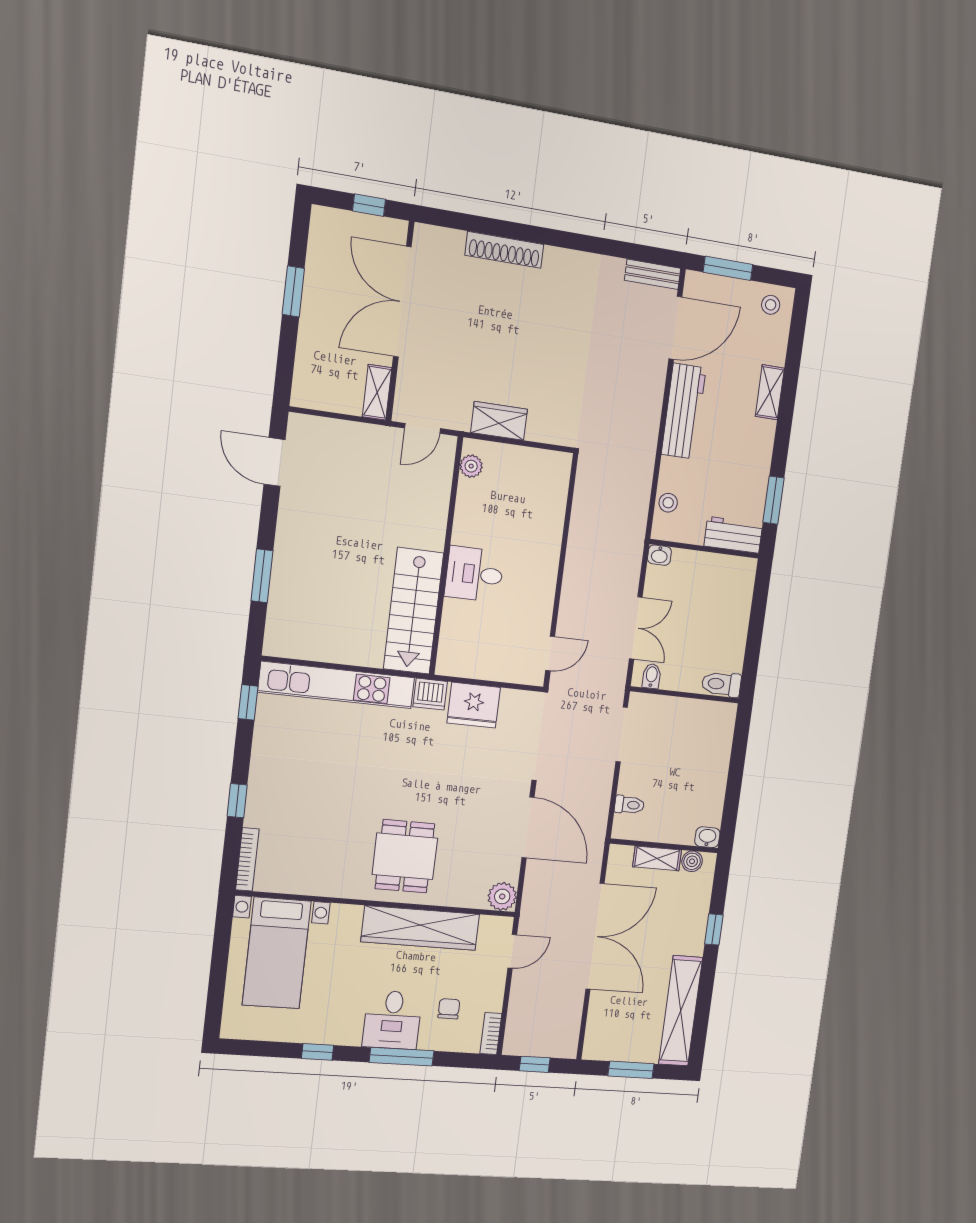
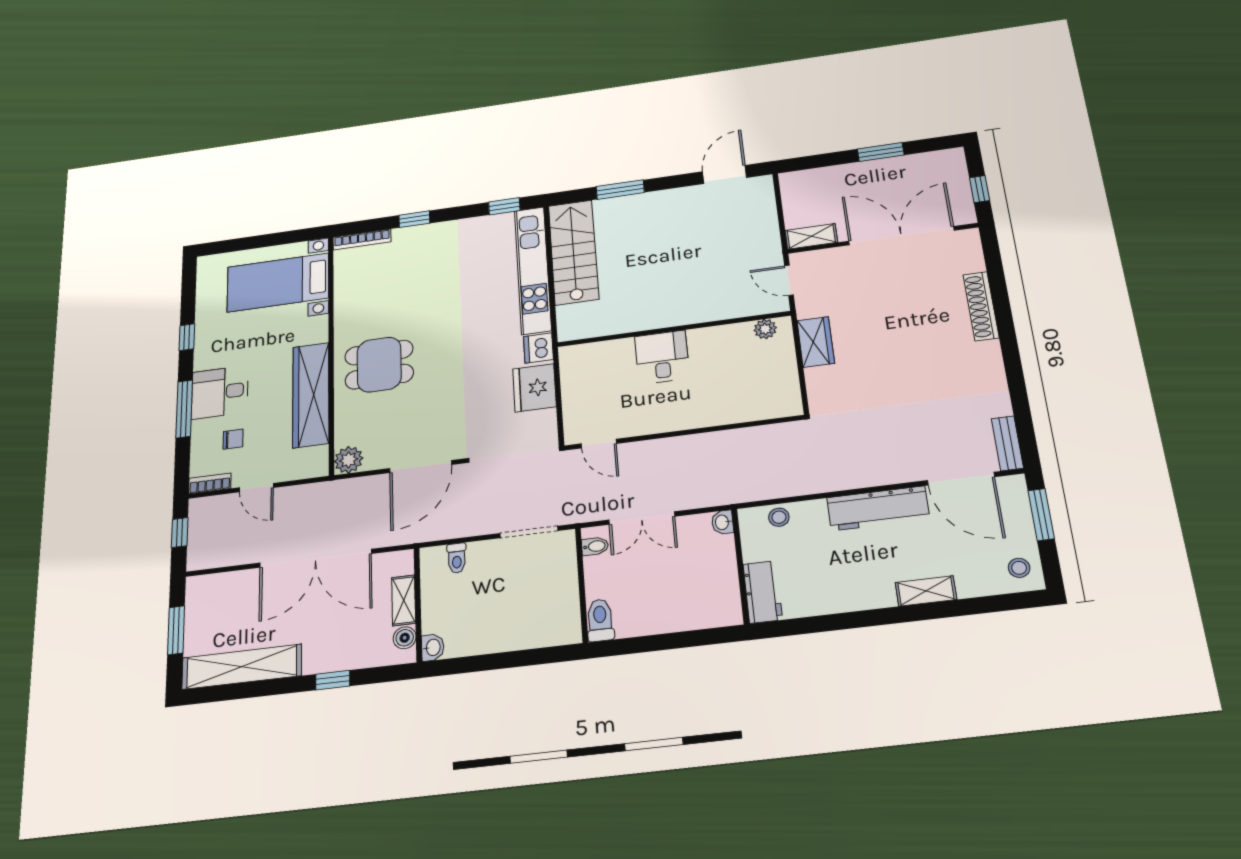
window: (773, 500) -> (811, 625), removed
stairs: (414, 611) -> (574, 252), moved, turned 90
door: (512, 951) -> (256, 488), moved

